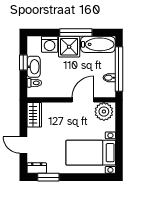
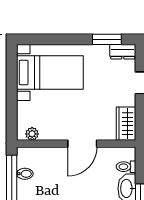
door: (83, 100) -> (82, 144), moved
plant: (104, 112) -> (32, 134), width x0.53, depth x0.53

